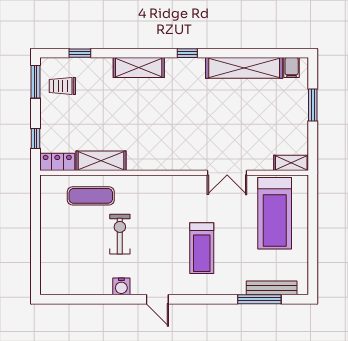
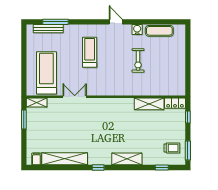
window: (313, 105) -> (24, 119), moved
exercise mat: (91, 196) -> (159, 31), moved

